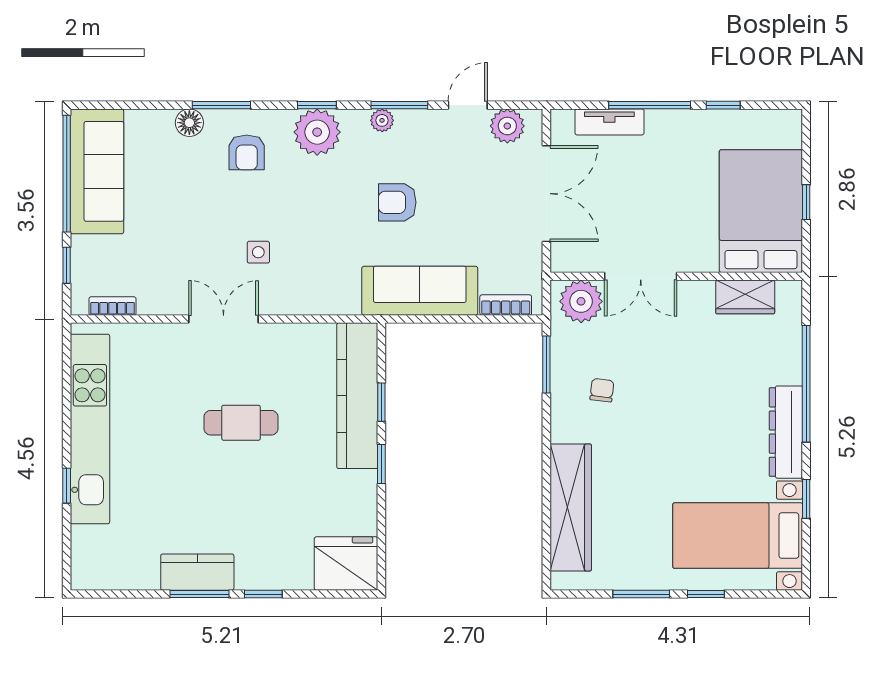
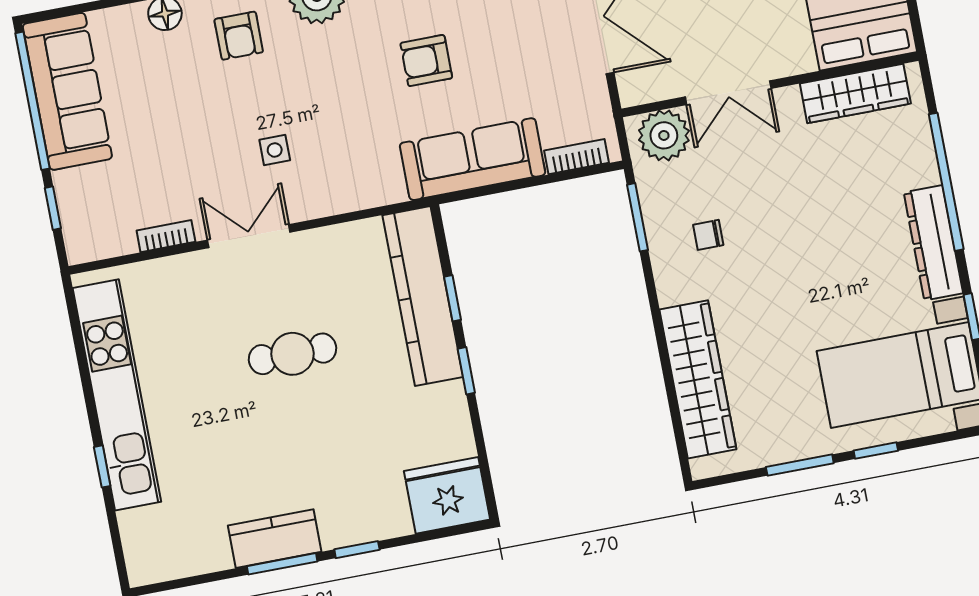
wardrobe: (745, 297) -> (855, 94), width x1.50
bookcase: (113, 306) -> (166, 236), moved
chair: (602, 390) -> (708, 235), turned -97

